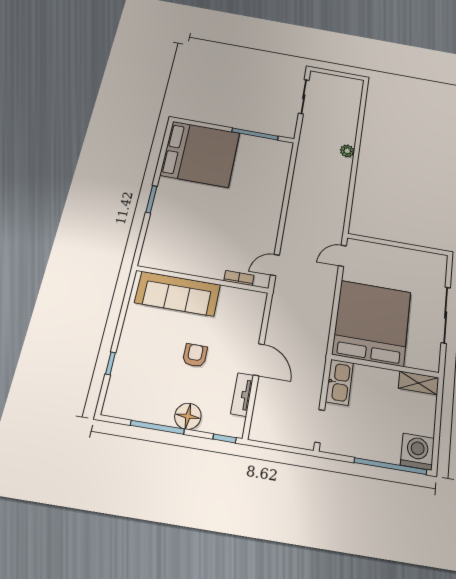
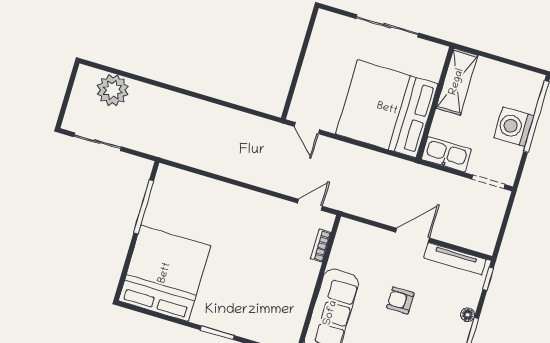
plant: (347, 151) -> (113, 90), moved, width x1.88, depth x1.88
door: (275, 265) -> (310, 205), swing flipped
shelving: (419, 383) -> (457, 82), width x1.50, depth x1.33
tv unit: (242, 394) -> (455, 259), width x1.41
floor lamp: (188, 416) -> (468, 315), width x0.53, depth x0.53
washing machine: (417, 452) -> (514, 127), moved

